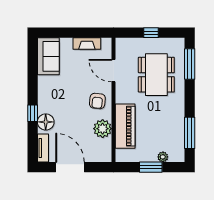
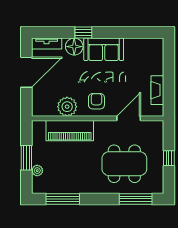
sofa: (48, 56) -> (104, 49), moved
armchair: (97, 101) -> (96, 101), turned 84

